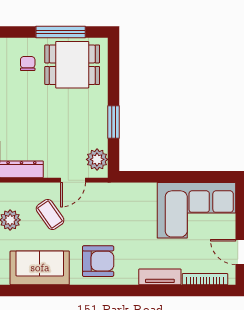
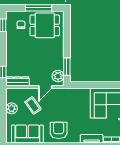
window: (114, 122) -> (67, 67), moved
armchair: (98, 261) -> (59, 130), turned -90

